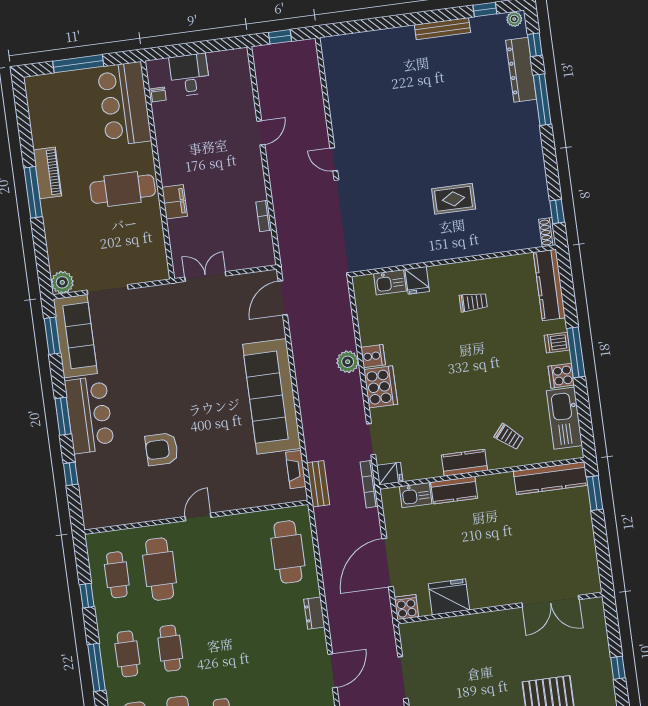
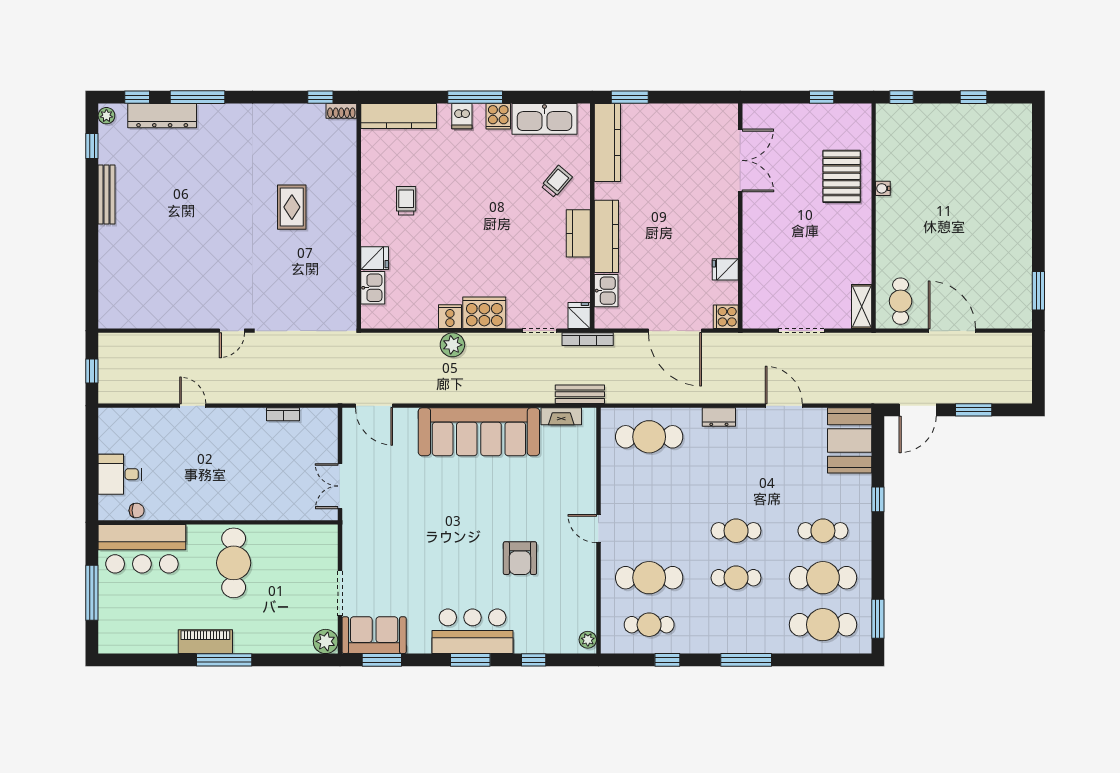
filing cabinet: (175, 202) -> (255, 509), removed
sofa: (75, 336) -> (374, 635), width x0.73
kitchen counter: (454, 490) -> (606, 236), width x1.50
plant: (96, 521) -> (588, 640), added
fridge: (449, 597) -> (725, 269), width x0.53, depth x0.75
cafe table: (127, 654) -> (736, 531), moved

